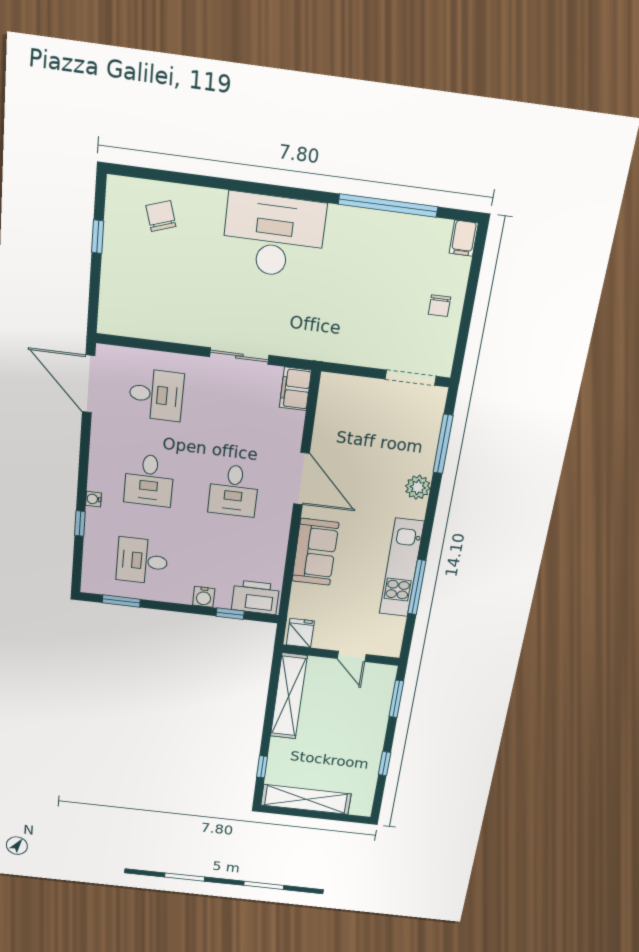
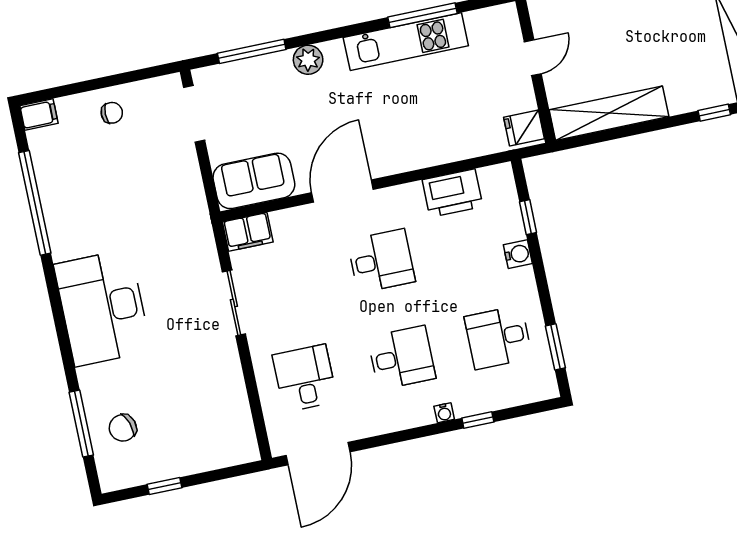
window: (176, 177) -> (81, 424), added
sofa: (315, 552) -> (254, 181), moved
desk: (142, 561) -> (498, 337), turned 90
printer: (255, 597) -> (453, 193), moved, turned -90

